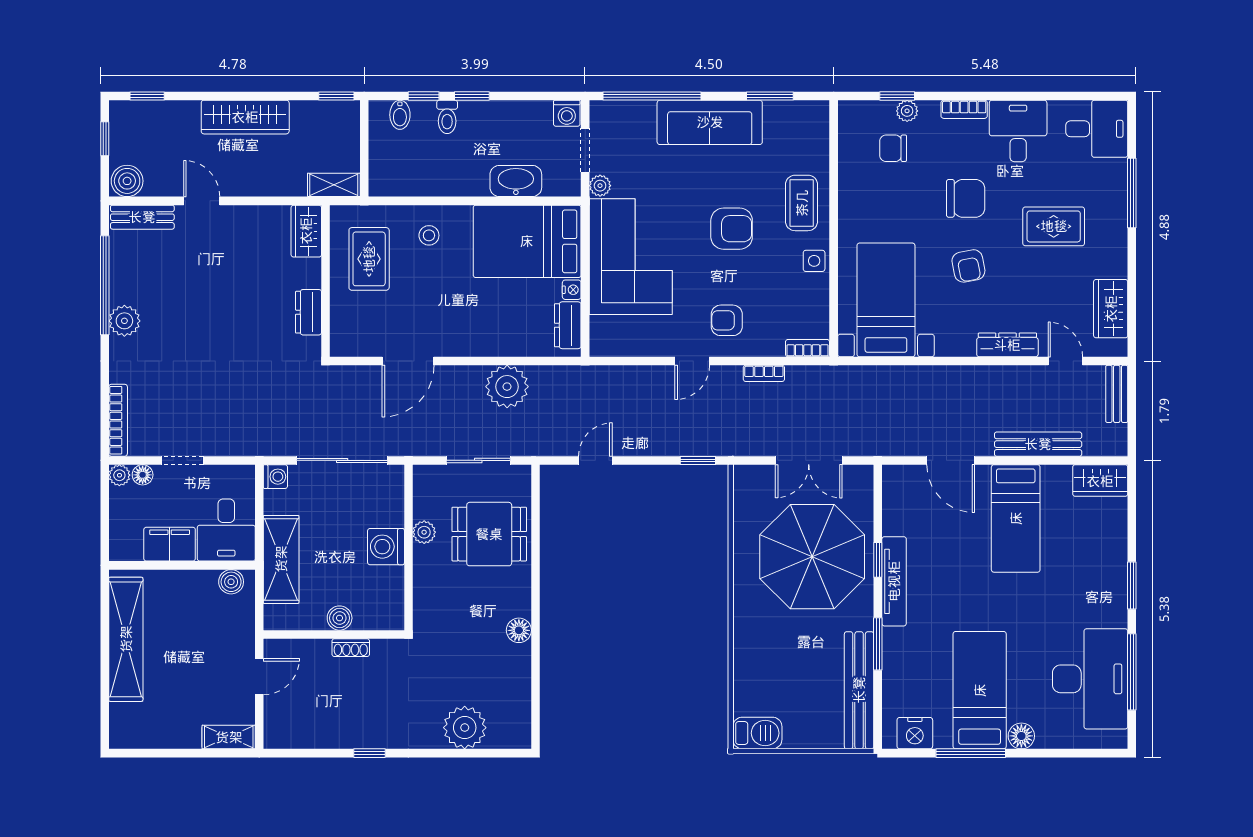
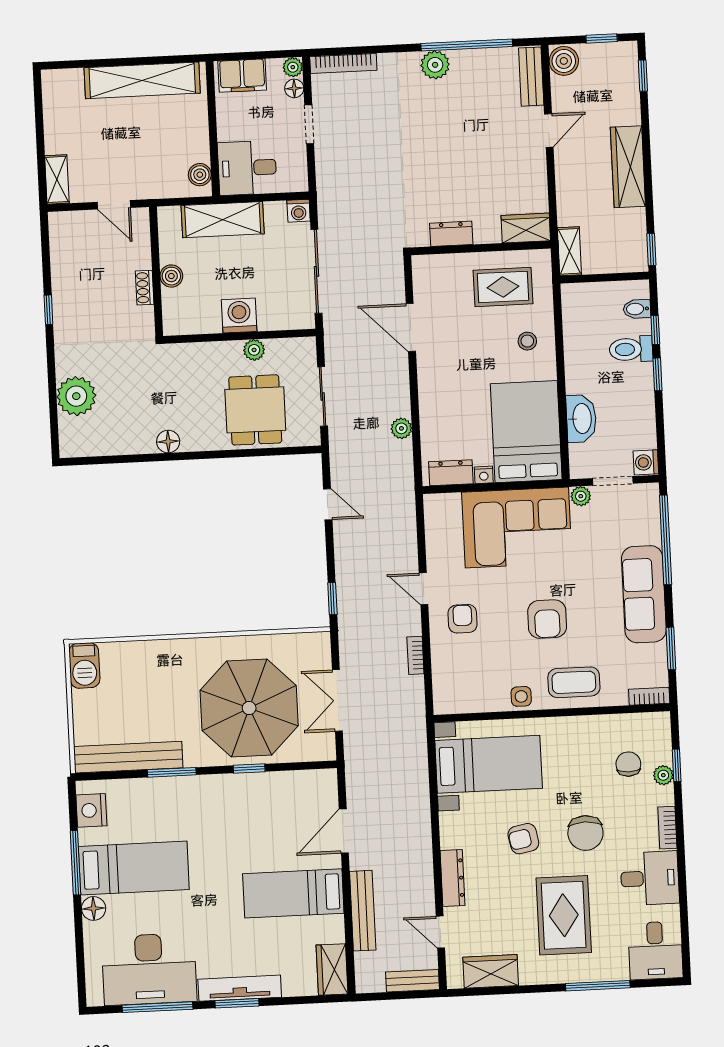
toilet: (447, 117) -> (631, 349), width x1.37, depth x1.39
rug: (1054, 226) -> (564, 915), width x1.36, depth x1.43
bookcase: (808, 348) -> (649, 696), moved, turned -90
door: (1065, 361) -> (440, 932), swing flipped
plant: (507, 387) -> (401, 428), width x0.53, depth x0.53
filing cabinet: (170, 544) -> (242, 76), moved, turned 90
tv unit: (894, 581) -> (240, 988), moved, turned 180

